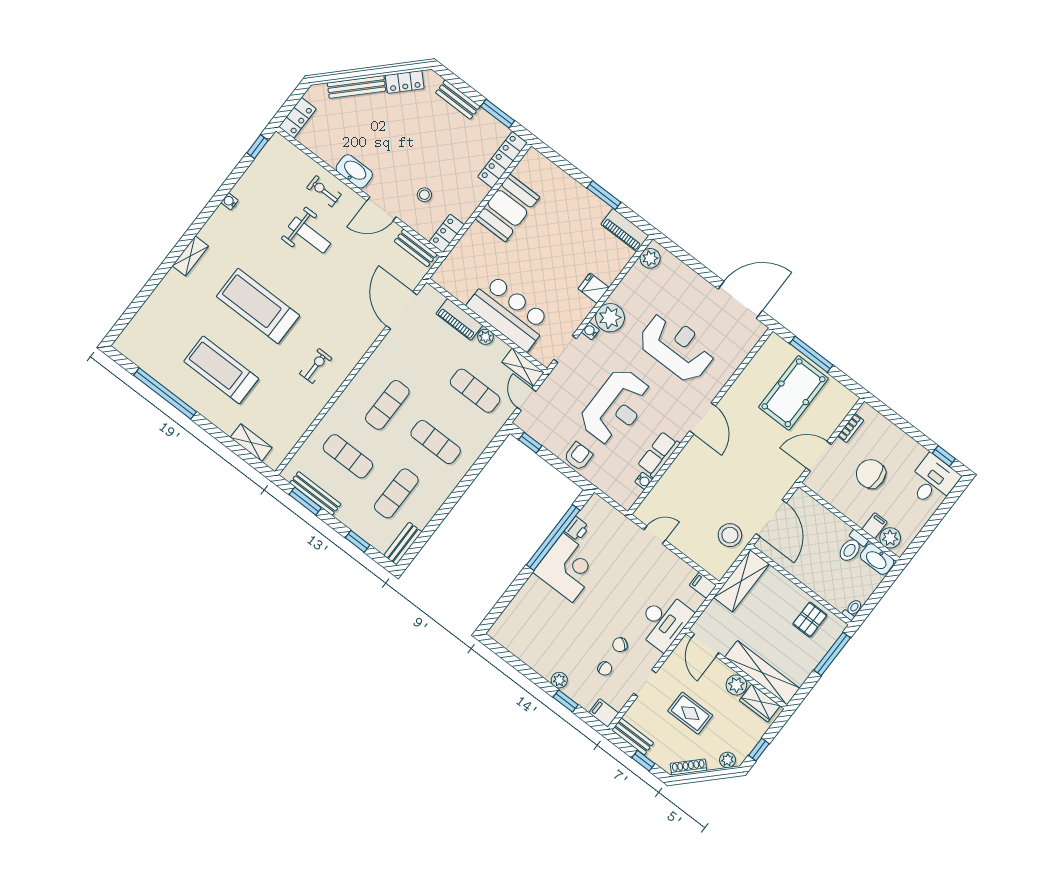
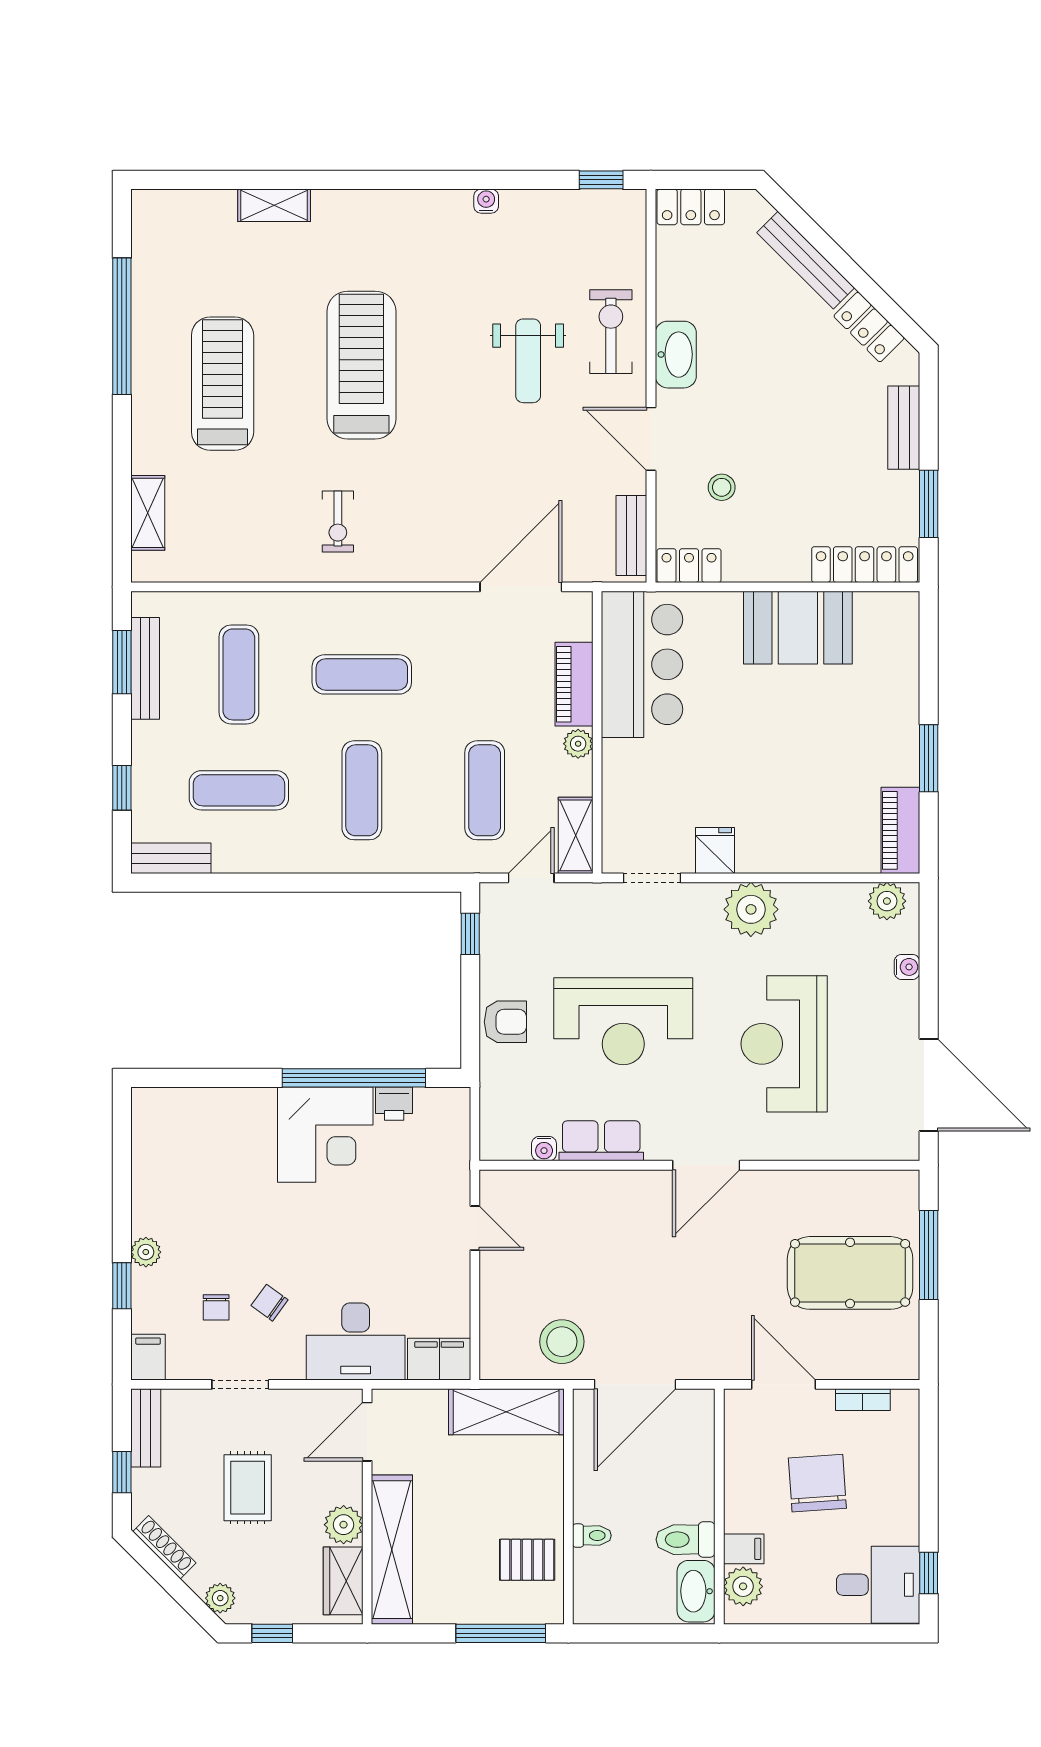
exercise bike: (324, 191) -> (611, 332), width x1.38, depth x1.39
shelving: (190, 256) -> (274, 205), moved
fridge: (594, 288) -> (715, 850), moved
bar counter: (509, 312) -> (642, 664), moved
water cooler: (590, 331) -> (907, 967), moved, turned 90
reception desk: (677, 347) -> (784, 1044), turned 180
exercise bike: (316, 366) -> (338, 521), turned 90
filing cabinet: (703, 585) -> (439, 1359), width x2.00
toilet: (853, 609) -> (592, 1536), moved

